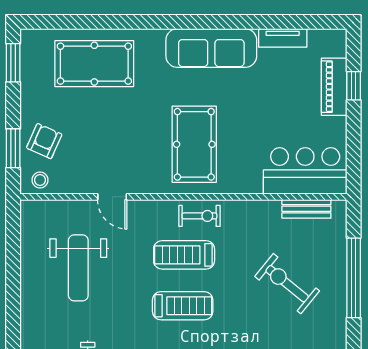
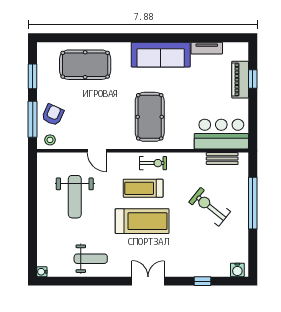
window: (13, 63) -> (33, 76), moved
window: (13, 148) -> (33, 119), width x1.44
treadmill: (183, 306) -> (142, 221), width x1.37, depth x1.38

